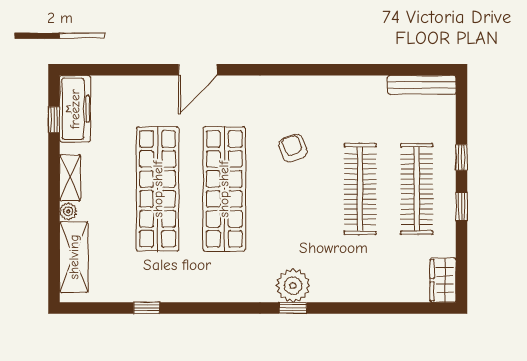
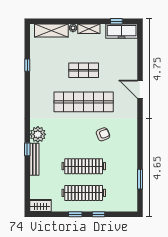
window: (387, 70) -> (140, 179), added
bench: (422, 85) -> (34, 159), moved
shop shelf: (158, 189) -> (84, 70), width x0.50, depth x0.74
window: (293, 308) -> (27, 149), moved

